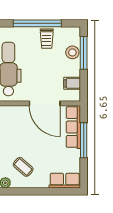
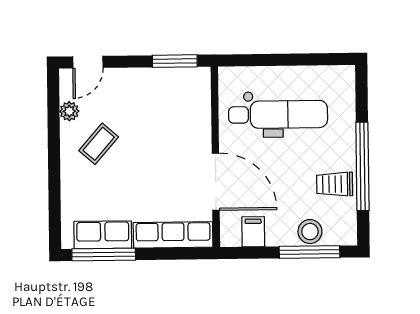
door: (45, 103) -> (216, 182), swing flipped
window: (84, 140) -> (104, 255), moved
row of seats: (65, 181) -> (103, 235), moved, turned -90

